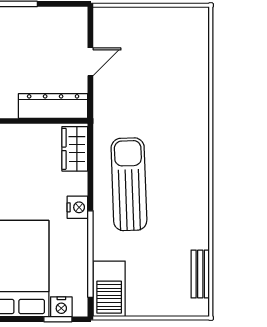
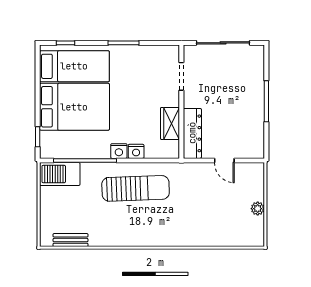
plant: (157, 16) -> (258, 209), added
wardrobe: (75, 149) -> (170, 123), moved, turned -90
nightstand: (61, 307) -> (136, 151), moved, turned -90

